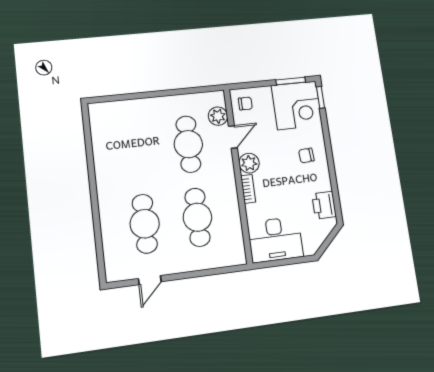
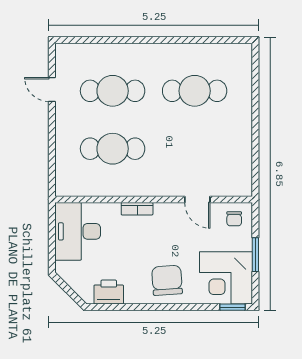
window: (291, 81) -> (255, 255), moved
plant: (218, 116) -> (223, 186), removed
cafe table: (188, 144) -> (195, 91), moved
chair: (306, 155) -> (167, 280), width x1.87, depth x1.87
plant: (249, 163) -> (166, 214), removed

